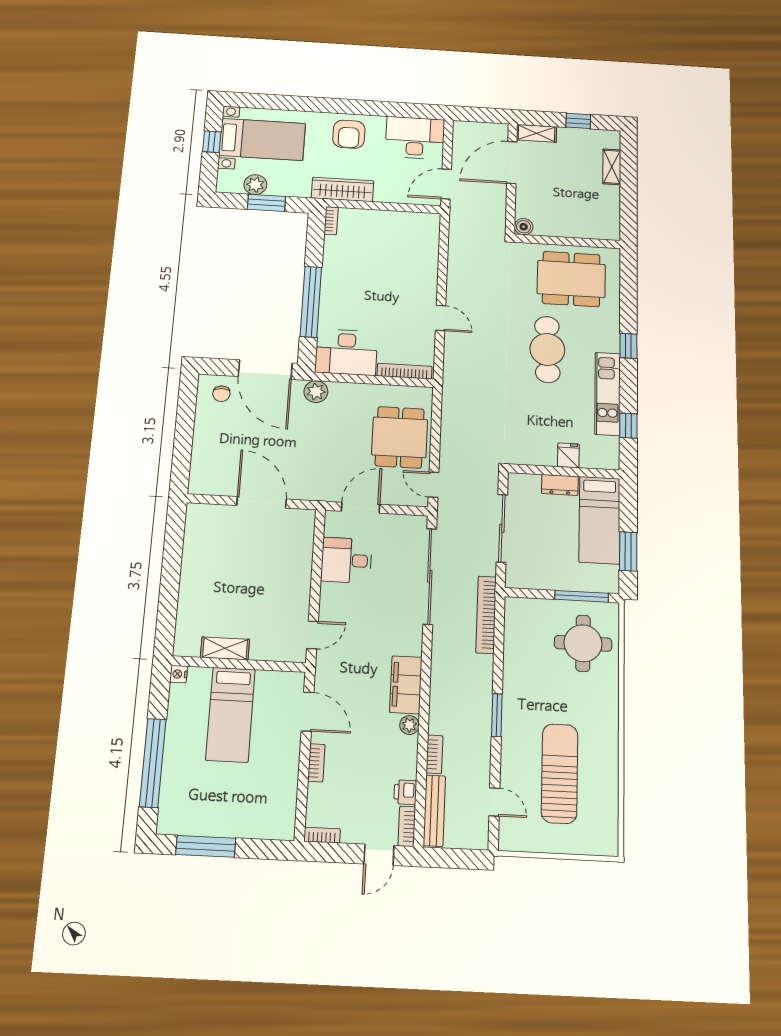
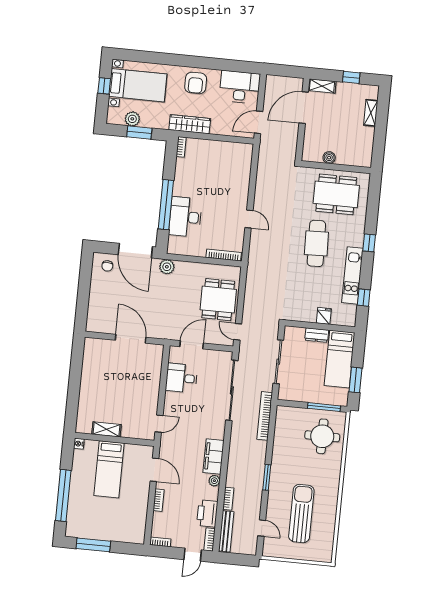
boiler: (524, 227) -> (329, 158), moved
desk: (346, 352) -> (185, 217), moved, turned 90
printer: (405, 792) -> (207, 513), width x1.87, depth x1.48

